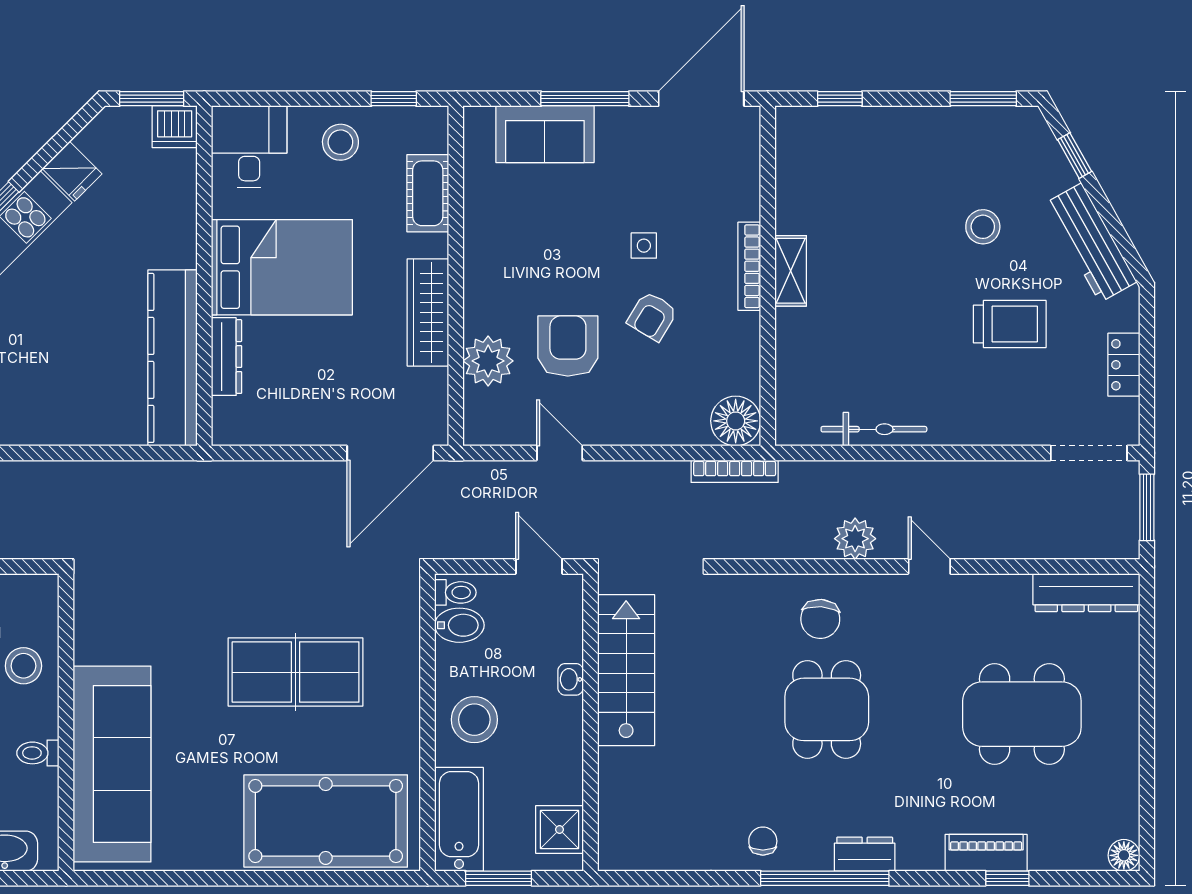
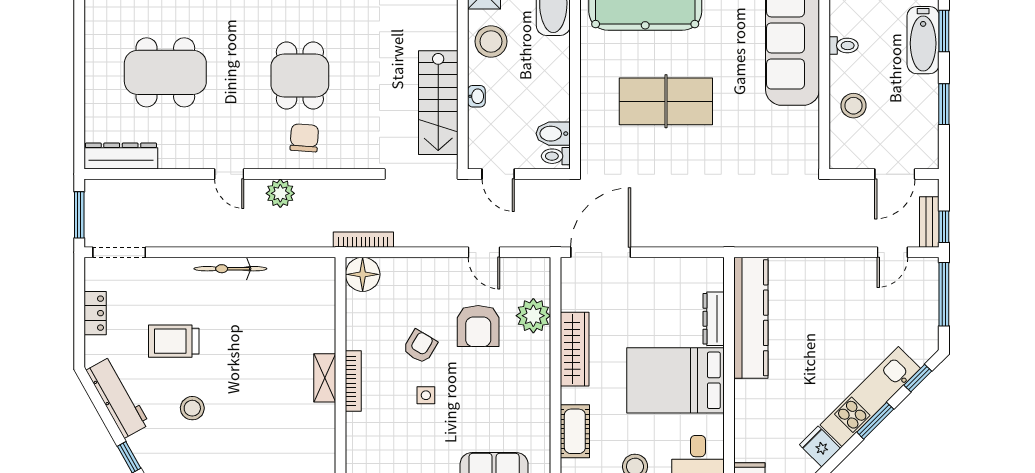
bicycle: (874, 429) -> (230, 269), moved
stool: (474, 720) -> (491, 41), moved

